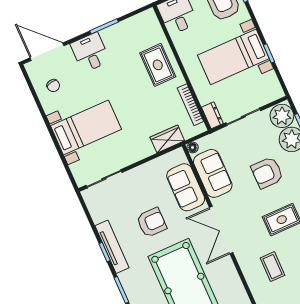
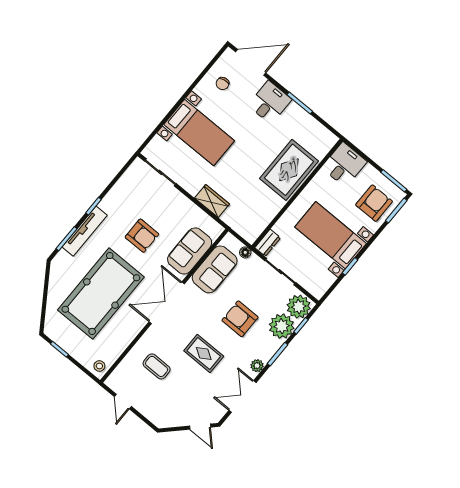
door: (47, 52) -> (251, 62), hinge flipped
rug: (158, 65) -> (289, 170), width x1.36, depth x1.43
bookcase: (190, 105) -> (267, 218), removed
wardrobe: (167, 139) -> (212, 201), moved
floor lamp: (193, 147) -> (245, 252), moved
tv unit: (112, 247) -> (85, 231), moved
coffee table: (273, 267) -> (157, 366), turned 90

